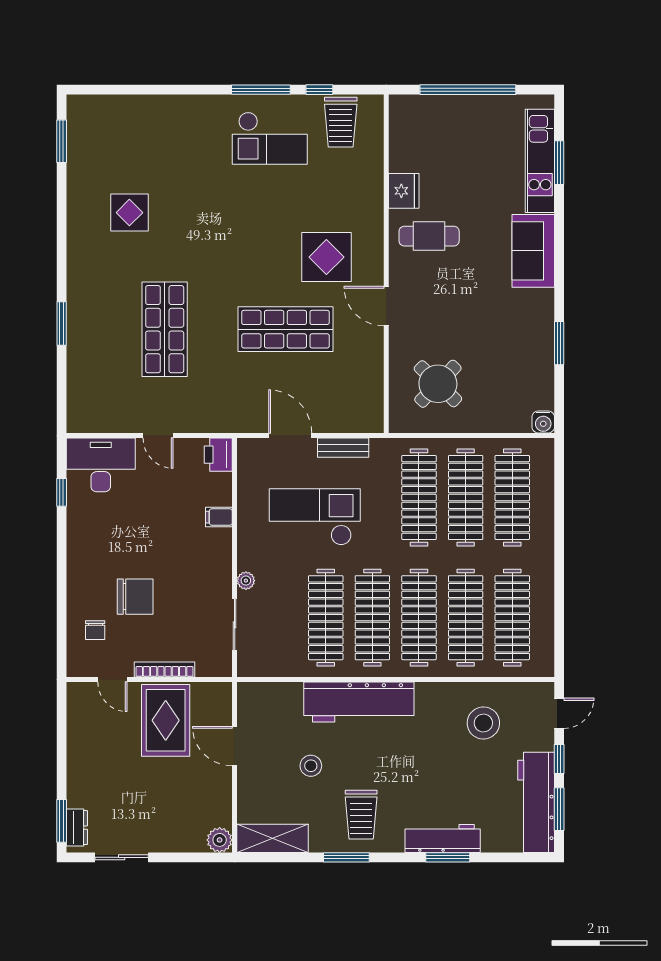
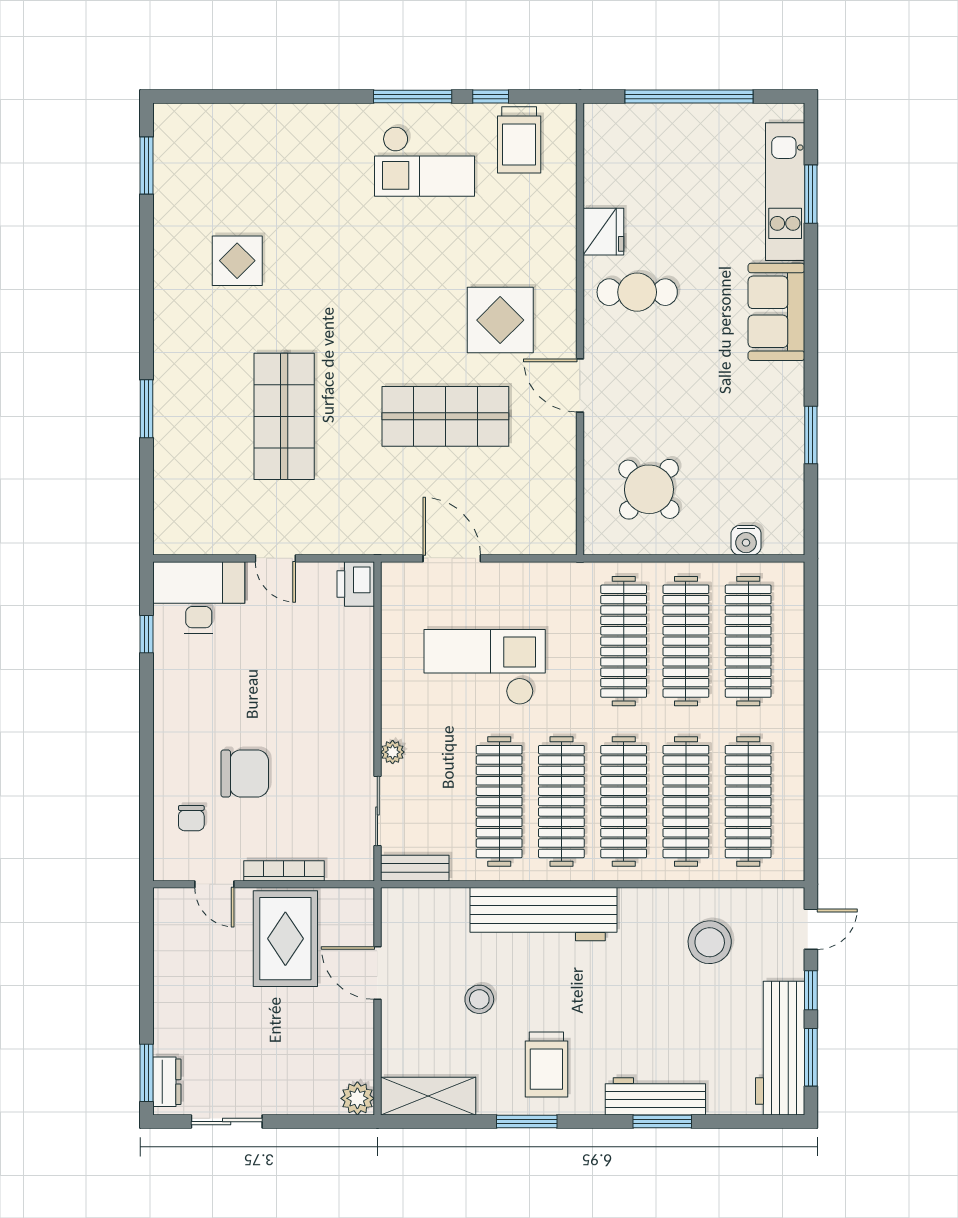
water cooler: (543, 422) -> (746, 540), moved
bench: (343, 448) -> (415, 868), moved
filing cabinet: (219, 517) -> (357, 667), removed

